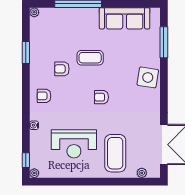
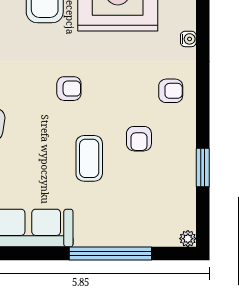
coffee table: (90, 58) -> (89, 158), turned 90
armchair: (62, 69) -> (139, 139), turned 90

